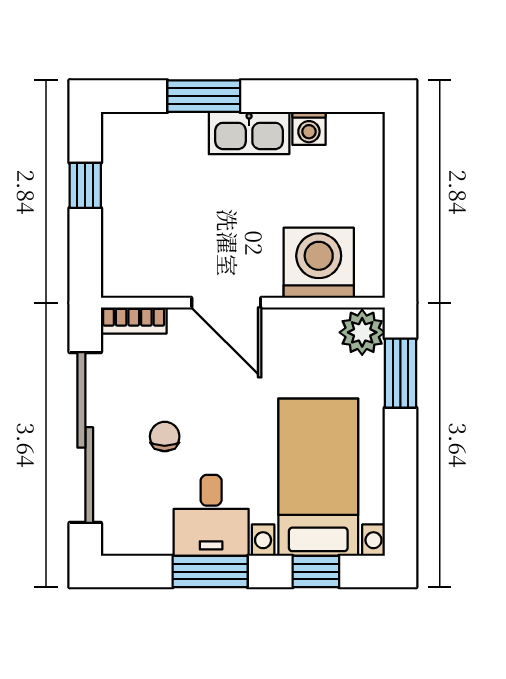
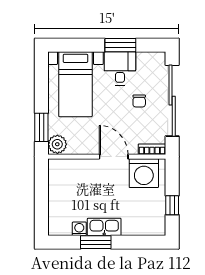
window: (204, 96) -> (96, 242), moved
washing machine: (319, 263) -> (144, 173), moved
window: (316, 572) -> (76, 45), removed

